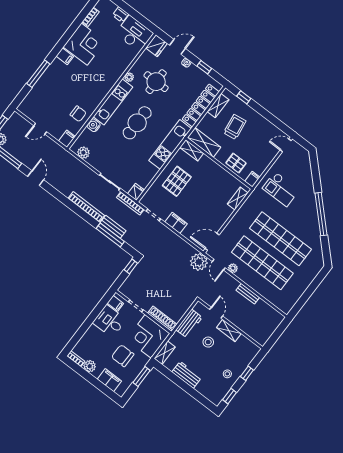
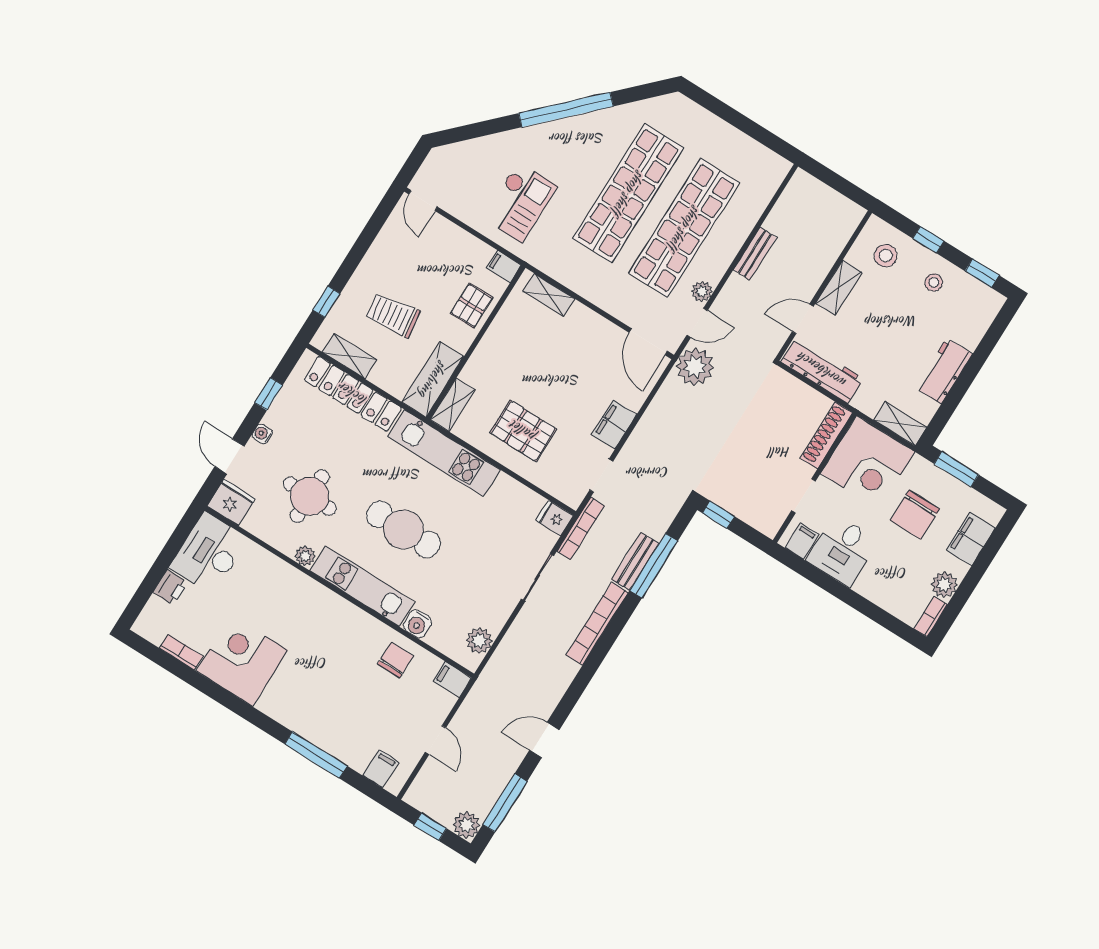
filing cabinet: (65, 56) -> (381, 769), moved
workbench: (189, 323) -> (822, 370), width x1.38
stool: (208, 342) -> (886, 256), moved

